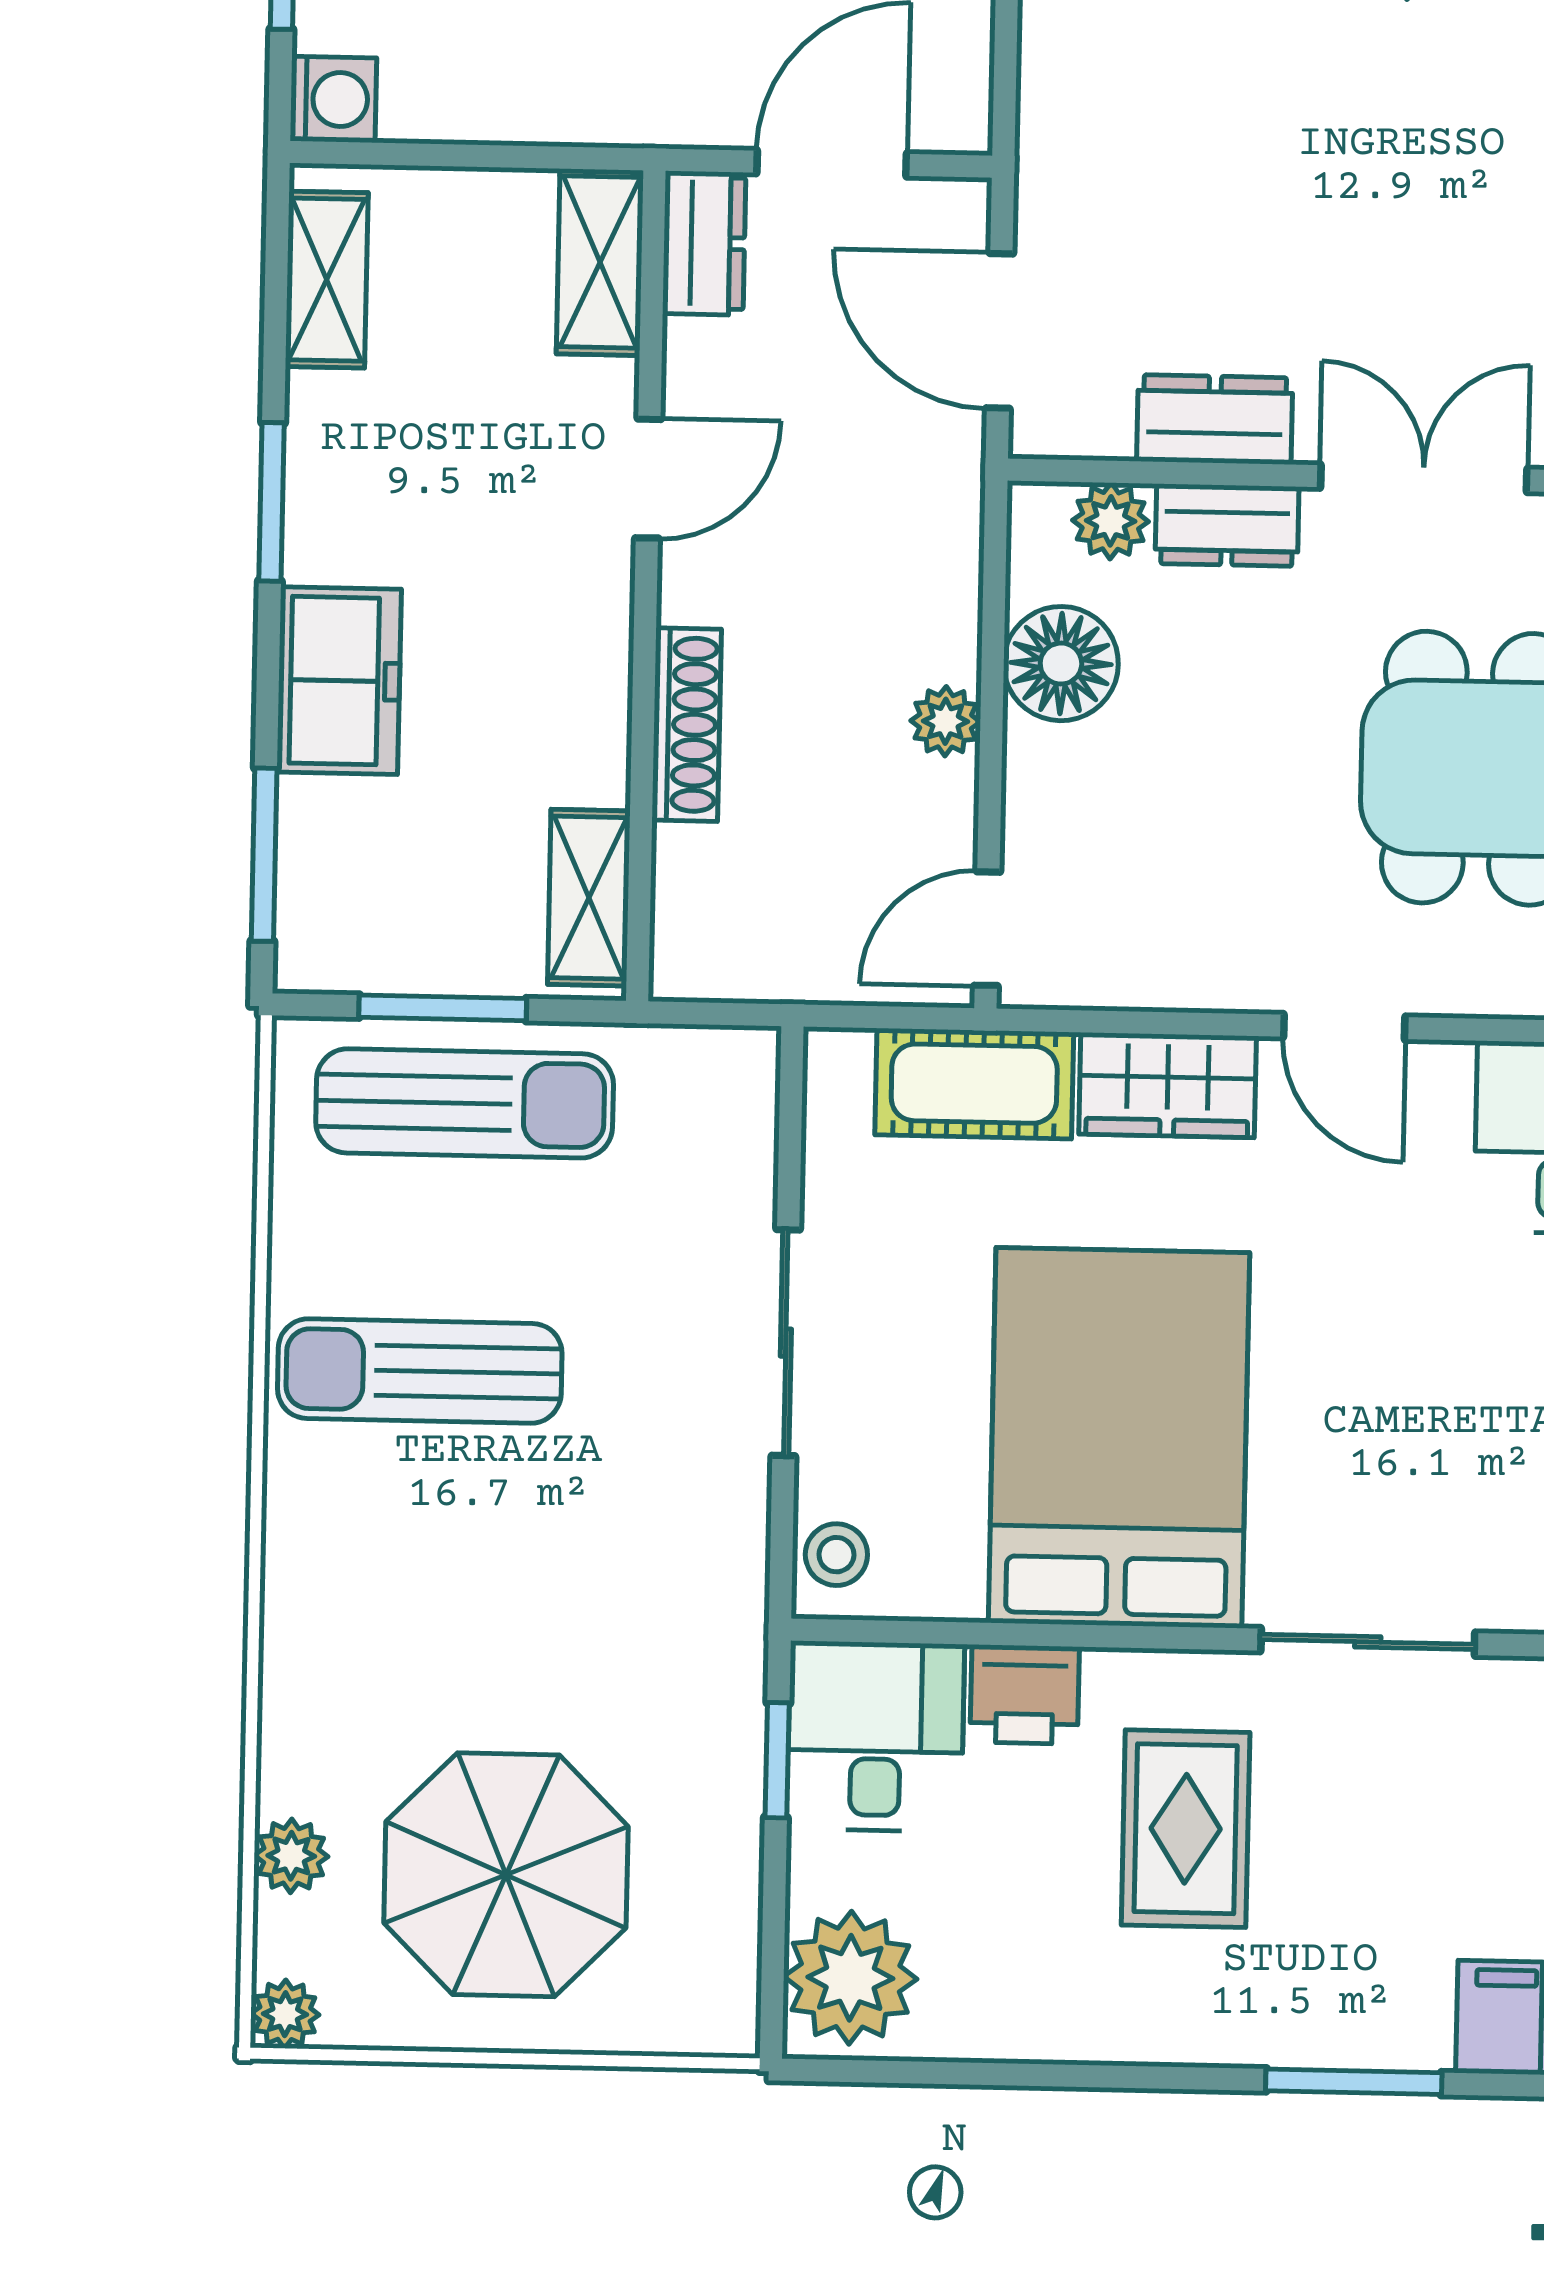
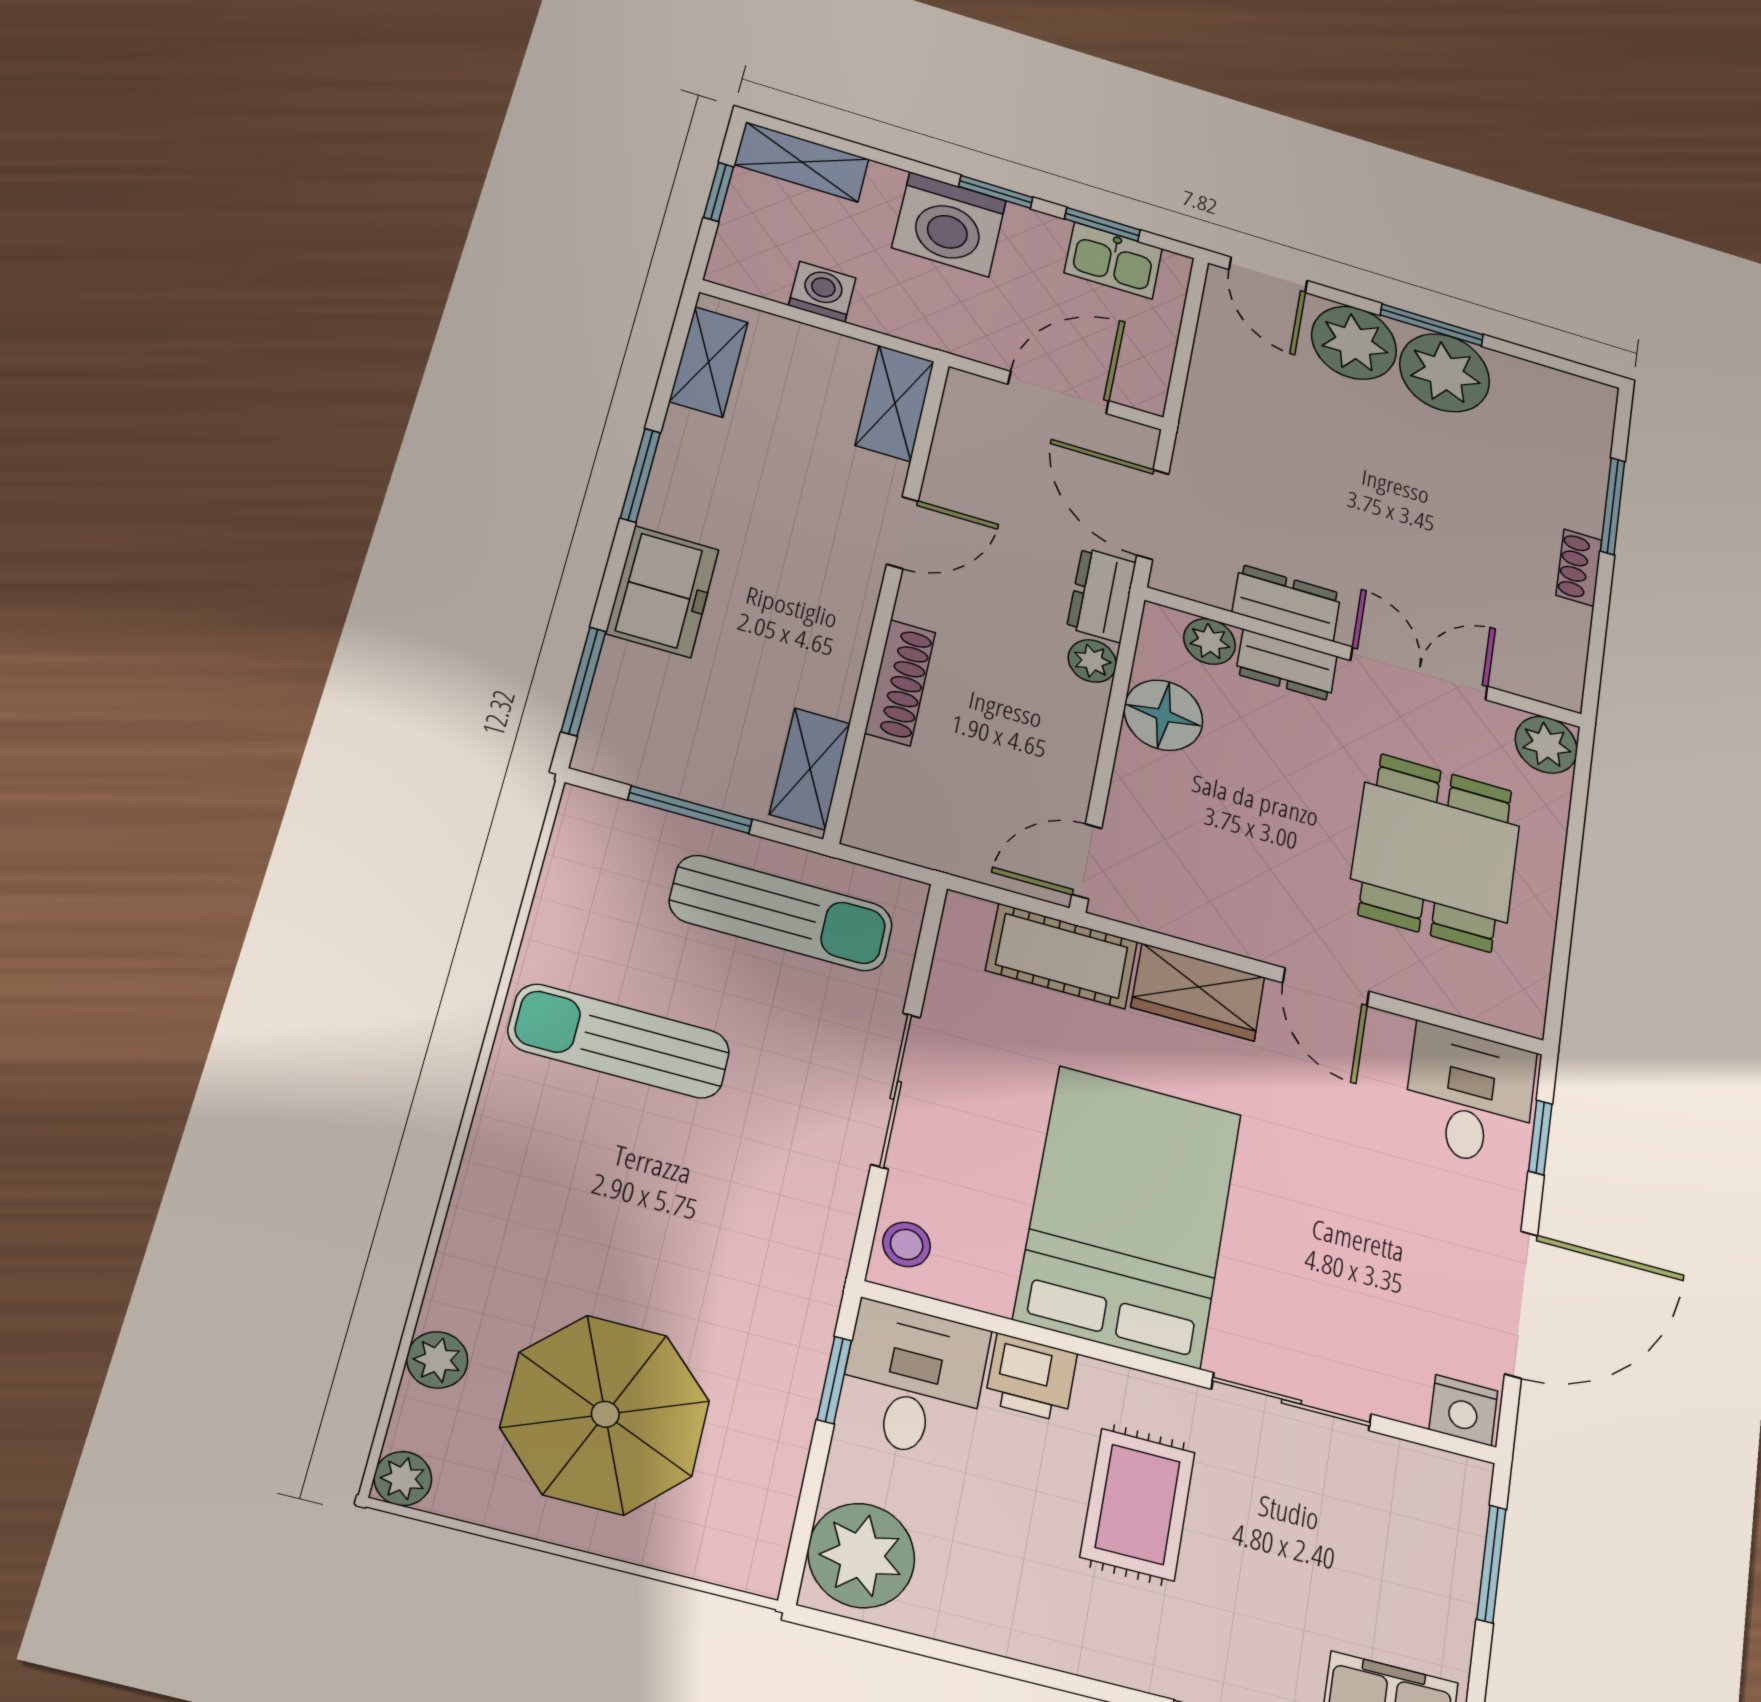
washing machine: (333, 99) -> (822, 292), moved, turned -90
dresser: (704, 243) -> (1101, 595), moved, turned 180
plant: (946, 721) -> (1092, 661), moved
sun lounger: (465, 1103) -> (781, 913), moved

